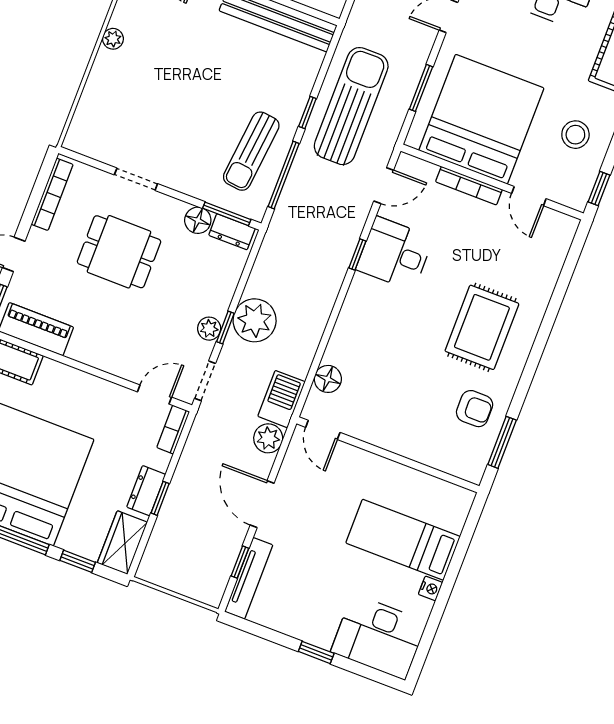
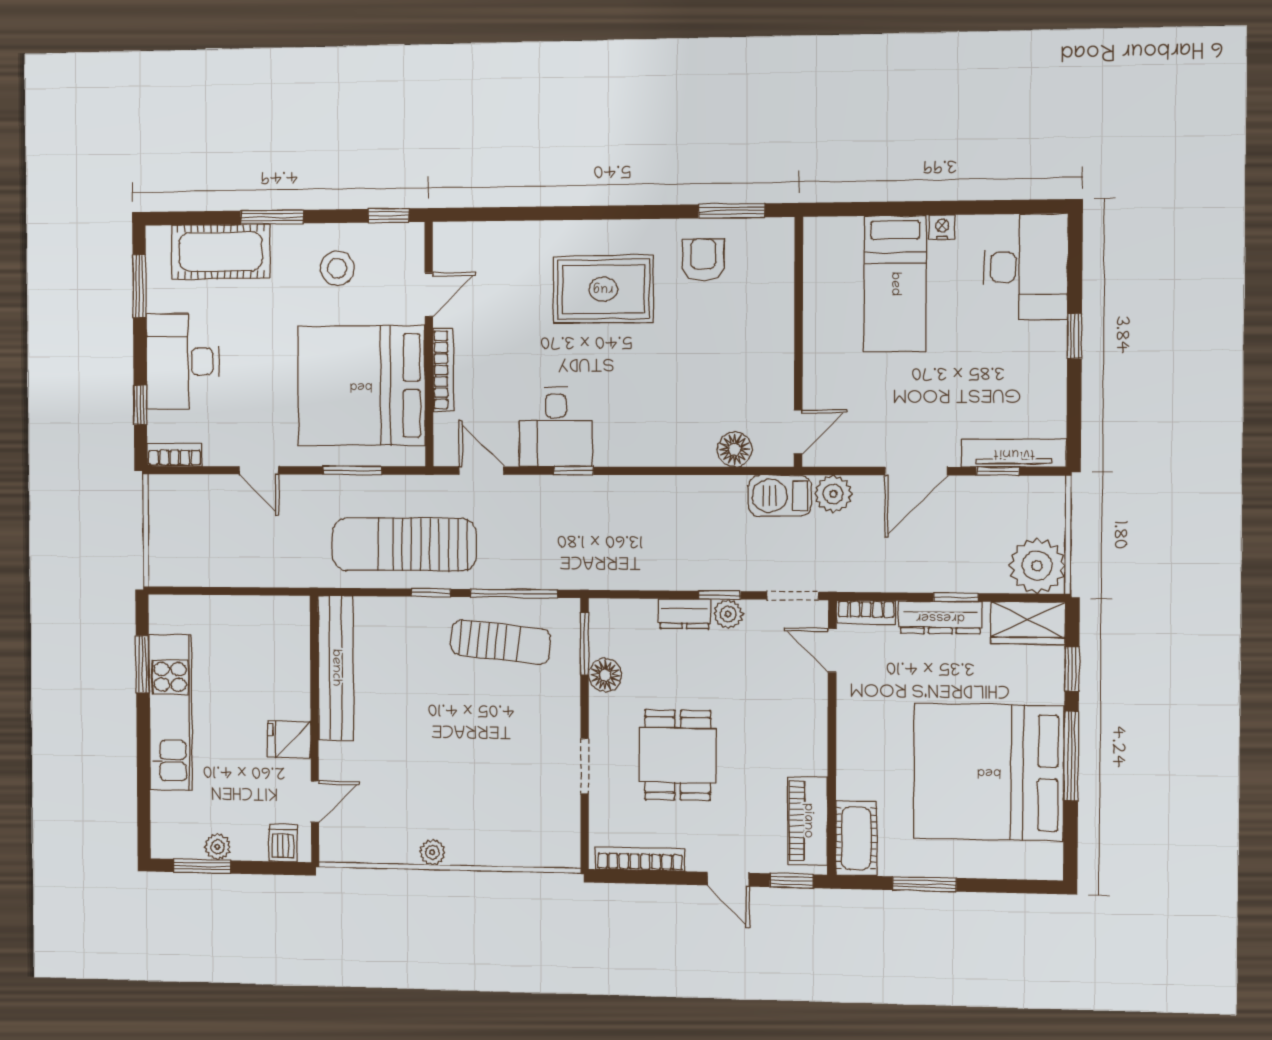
dresser: (232, 232) -> (684, 614), moved, turned 90
plant: (255, 320) -> (1037, 566), moved
dresser: (146, 491) -> (940, 617), width x1.44

